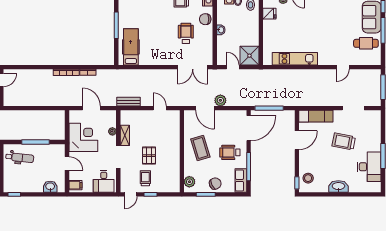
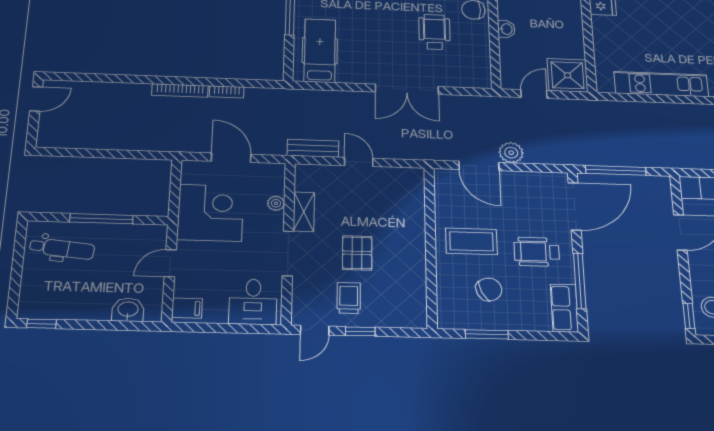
double door: (193, 67) -> (407, 89), moved
door: (233, 67) -> (534, 94), hinge flipped
door: (160, 108) -> (359, 162), moved
coffee table: (200, 148) -> (471, 241), turned -73
door: (67, 163) -> (170, 263), swing flipped
plant: (189, 182) -> (449, 308), removed
chair: (215, 184) -> (489, 289), moved

